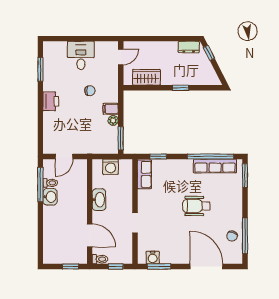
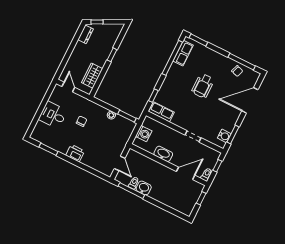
filing cabinet: (111, 109) -> (102, 113), removed
row of seats: (215, 166) -> (183, 53), width x0.68

